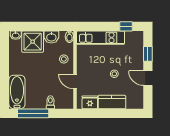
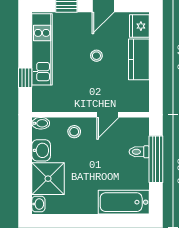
window: (126, 26) -> (25, 78), moved
kitchen unit: (101, 38) -> (42, 49), moved
fridge: (90, 102) -> (139, 26), moved
window: (33, 113) -> (156, 159), moved

